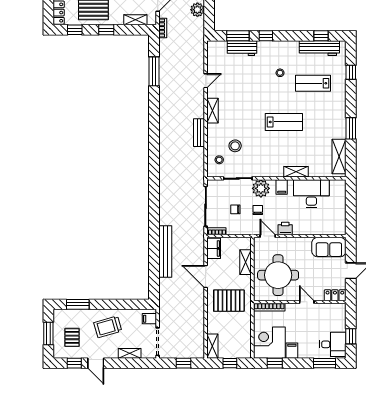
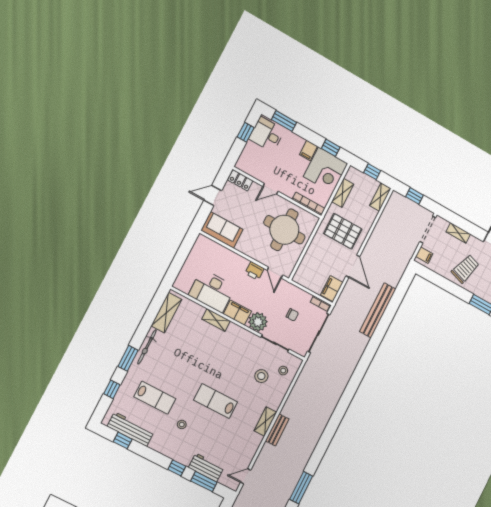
door: (206, 81) -> (246, 476), moved
bicycle: (340, 121) -> (147, 347), added
lab bench: (284, 122) -> (216, 401), moved
window: (351, 128) -> (128, 358), moved
bench: (199, 133) -> (277, 430), moved
filing cabinet: (282, 187) -> (237, 313), width x2.00
chair: (258, 210) -> (272, 303), removed
shelving: (246, 262) -> (343, 193), moved
door: (307, 302) -> (270, 189), hinge flipped
trolley: (108, 327) -> (465, 269), turned -56

